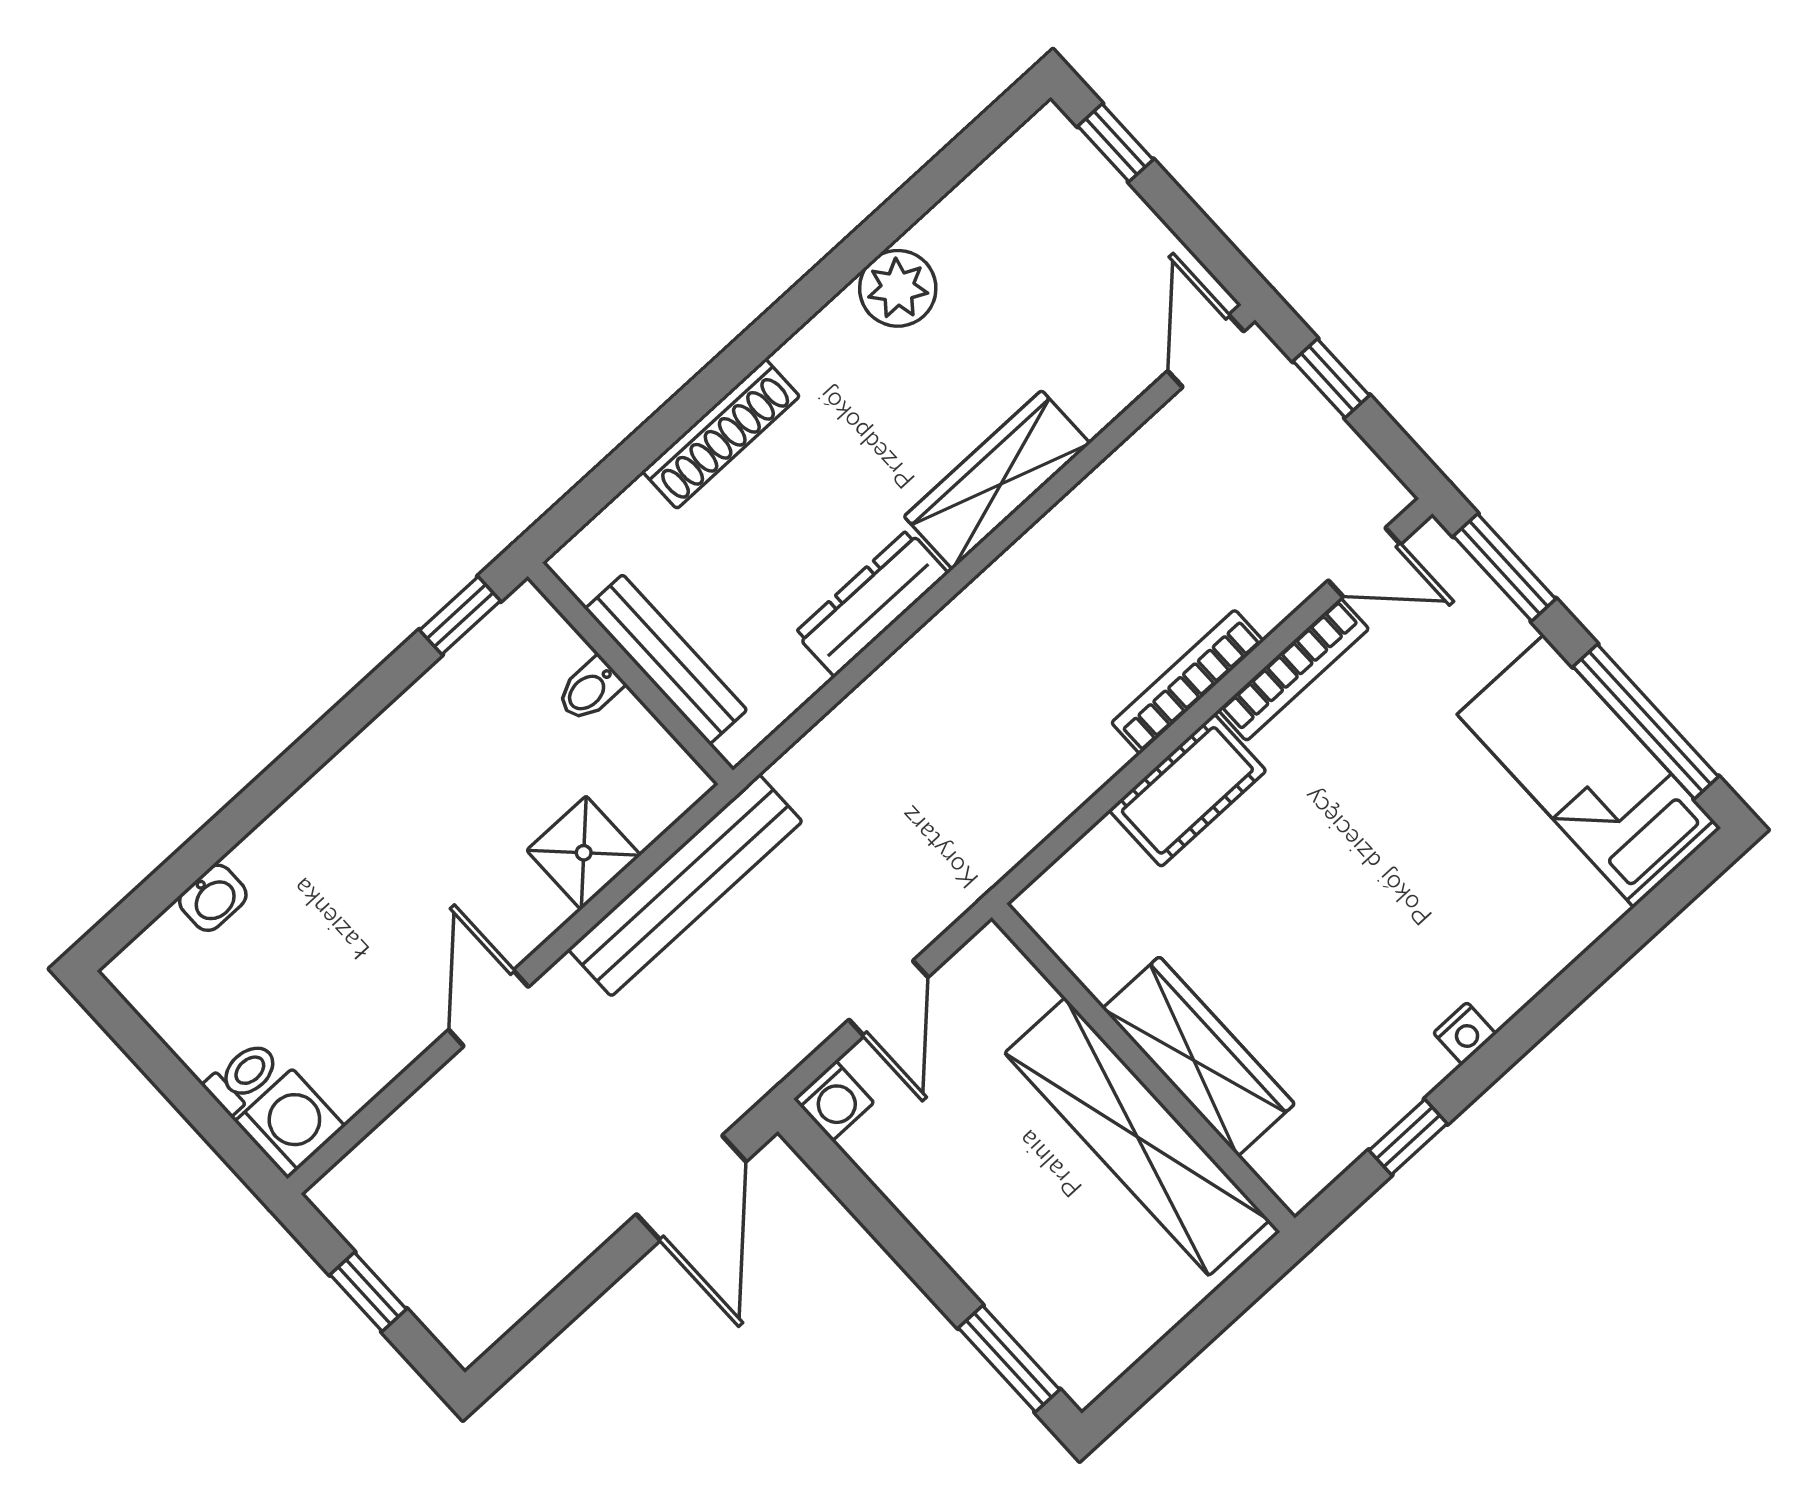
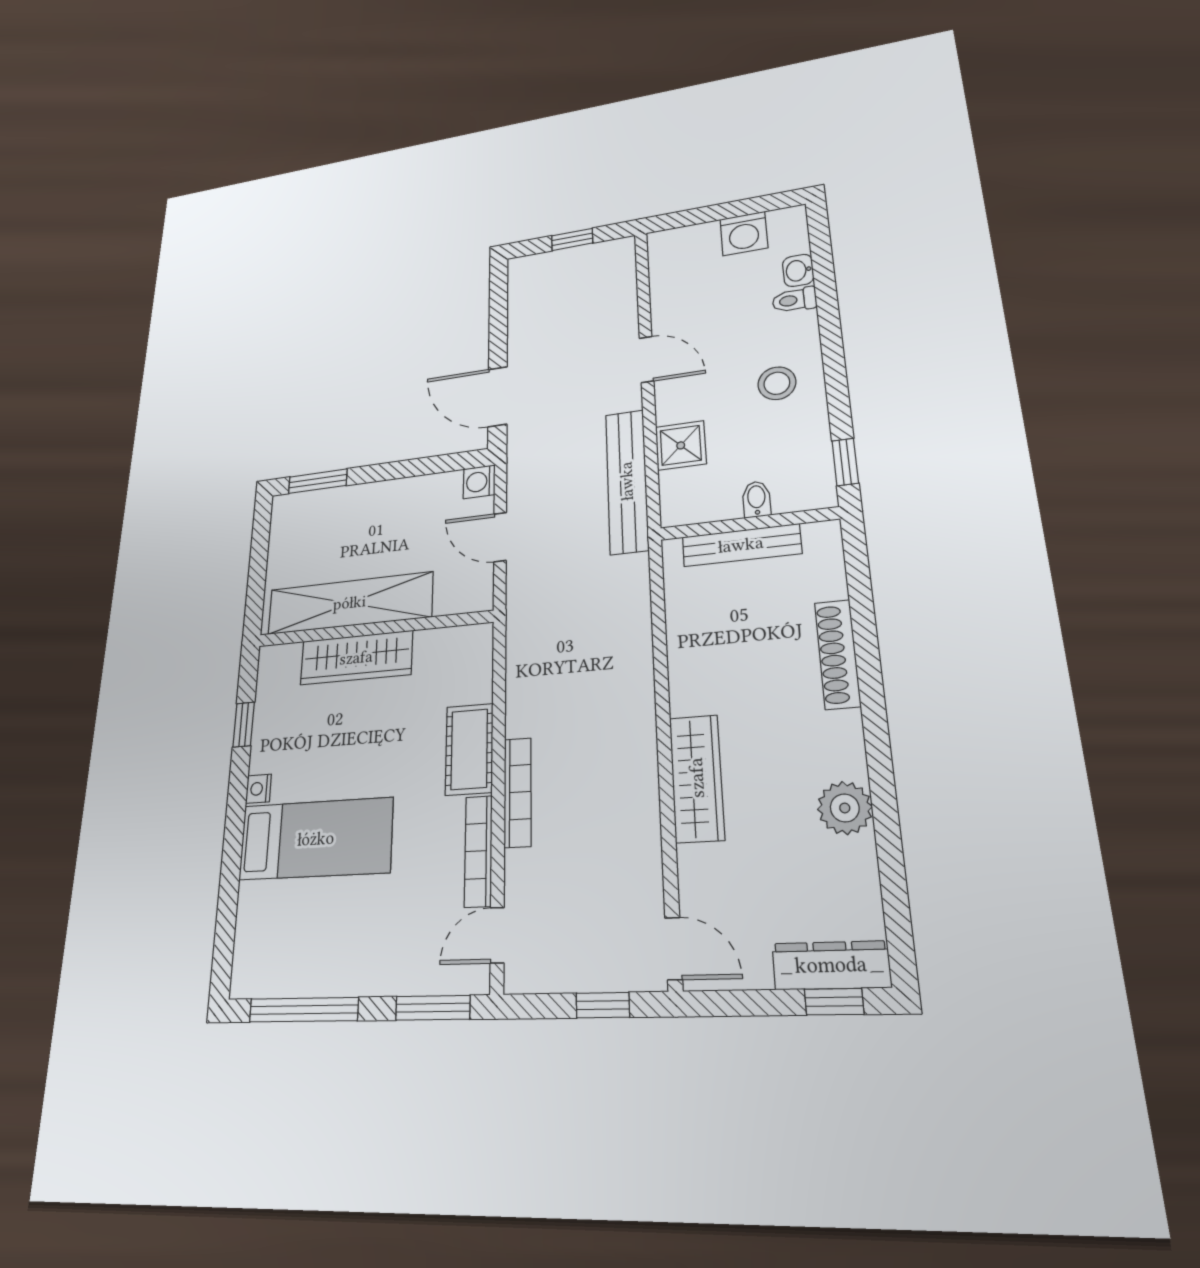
dresser: (871, 603) -> (831, 965), moved, turned -90
bed: (1589, 771) -> (316, 839), moved
stool: (406, 793) -> (777, 383), added
toilet: (242, 1077) -> (794, 300), moved, turned 90
washing machine: (290, 1124) -> (744, 234), moved

